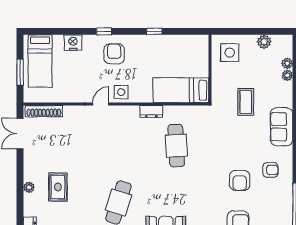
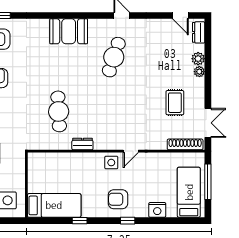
armchair: (114, 54) -> (118, 199), turned 90
window: (20, 72) -> (208, 182), width x1.44
bed: (181, 90) -> (54, 205), moved
rug: (58, 187) -> (175, 103), moved
plant: (30, 201) -> (198, 59), added

